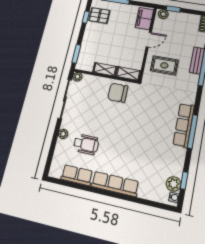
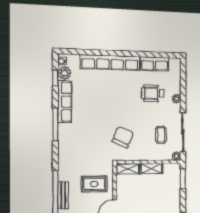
chair: (118, 93) -> (123, 137), moved, turned -66
coffee table: (88, 100) -> (161, 135), added
row of seats: (184, 125) -> (65, 102), moved
row of seats: (115, 184) -> (110, 63), width x1.36

